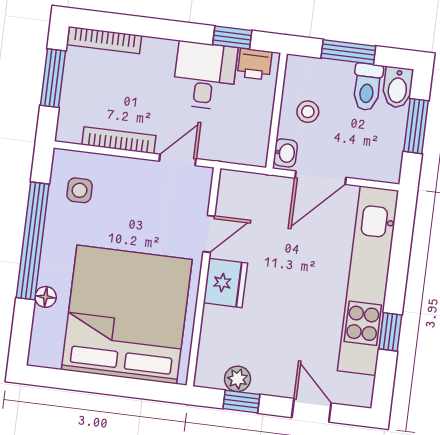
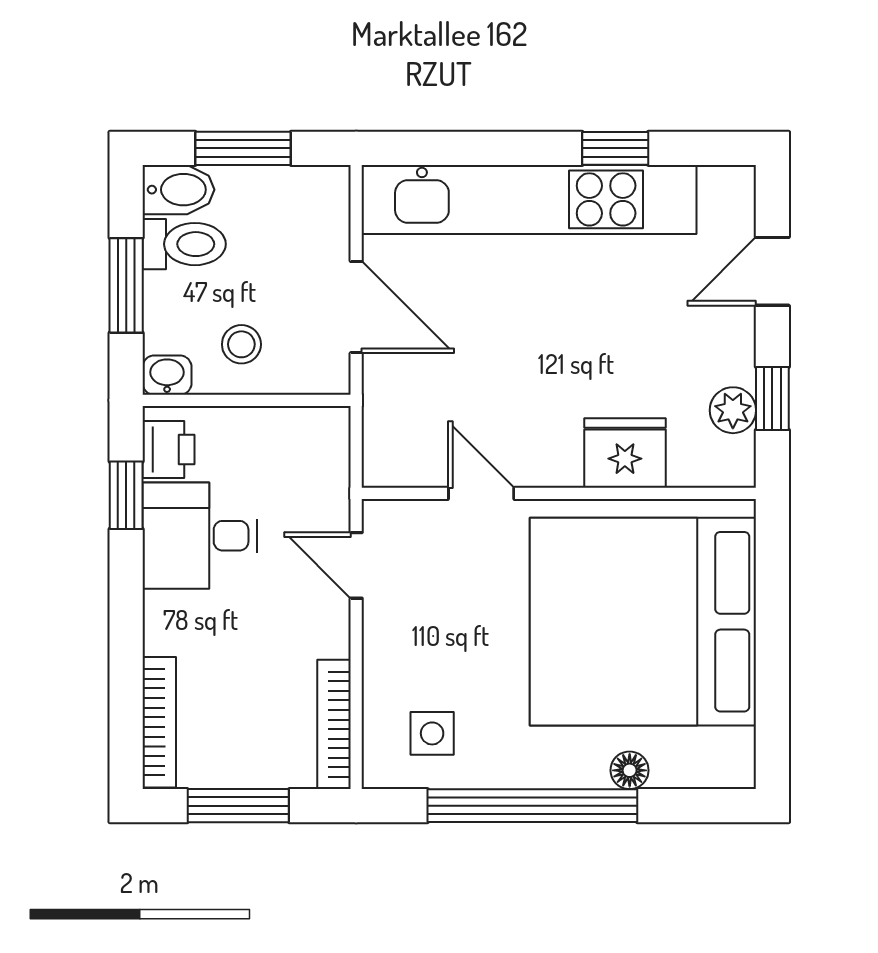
bookcase: (119, 140) -> (334, 724), moved
washbasin: (285, 153) -> (167, 375), moved
fridge: (225, 283) -> (625, 453), moved

